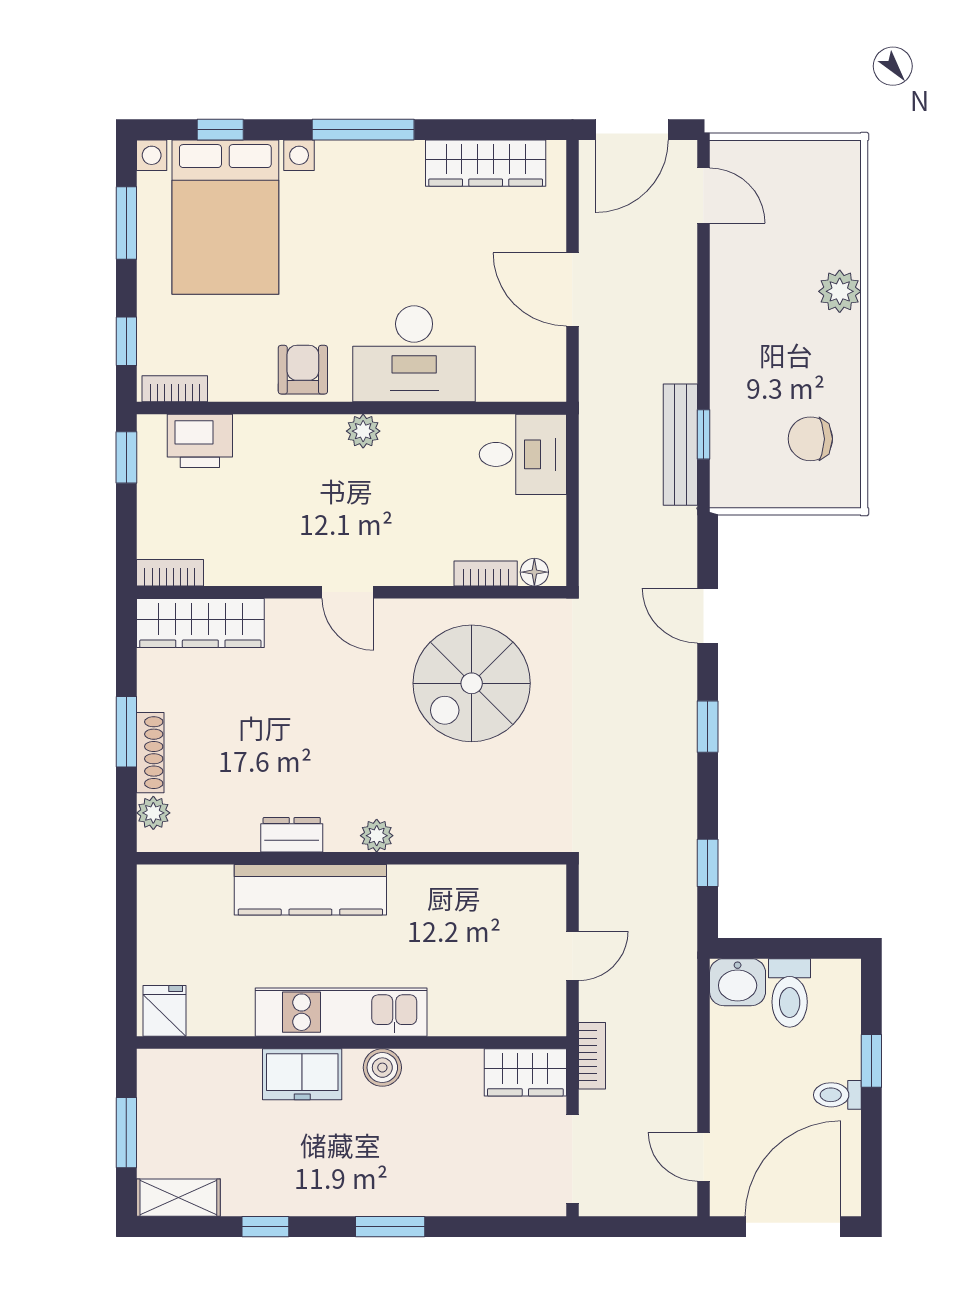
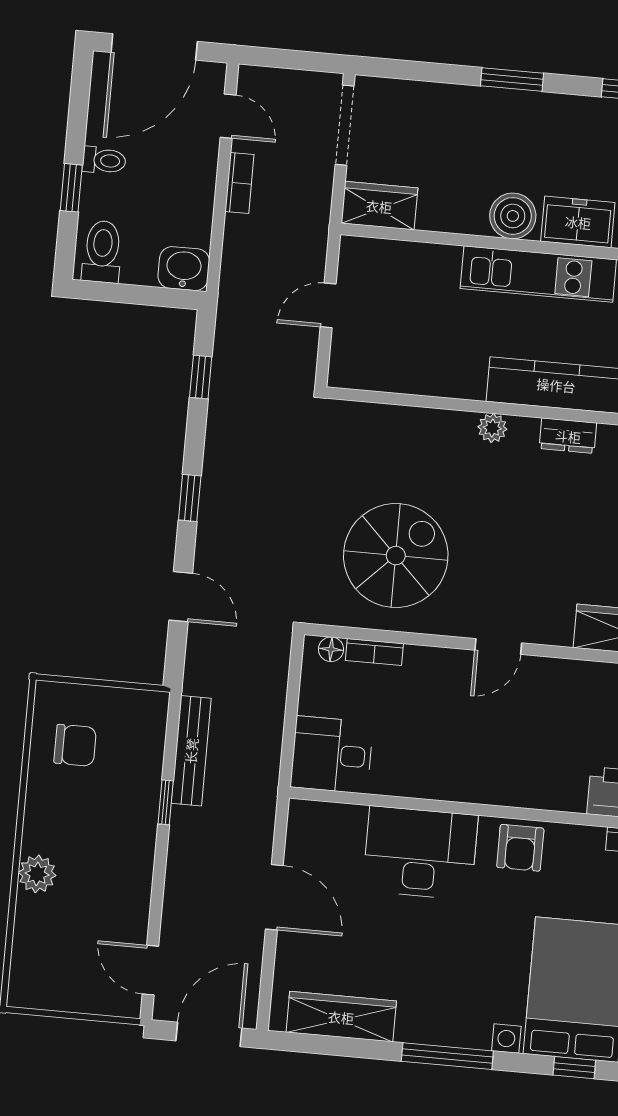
plant: (363, 431) -> (472, 788), removed
window: (703, 434) -> (166, 802), moved
door: (348, 592) -> (498, 647), swing flipped
toilet: (790, 993) -> (102, 252), moved
bookcase: (592, 1056) -> (239, 183), moved, turned 180
boiler: (382, 1068) -> (513, 216), width x1.36, depth x1.36

